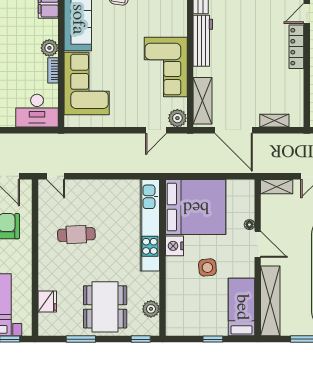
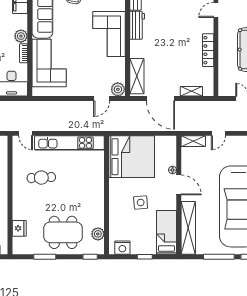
workbench: (203, 41) -> (137, 25), width x0.73
locker: (296, 47) -> (208, 50), moved
corner sofa: (166, 67) -> (109, 34), moved
kitchen unit: (150, 225) -> (69, 143), moved, turned -90
nightstand: (174, 246) -> (122, 248), moved, turned -90
dining table: (105, 307) -> (63, 232), turned 90

